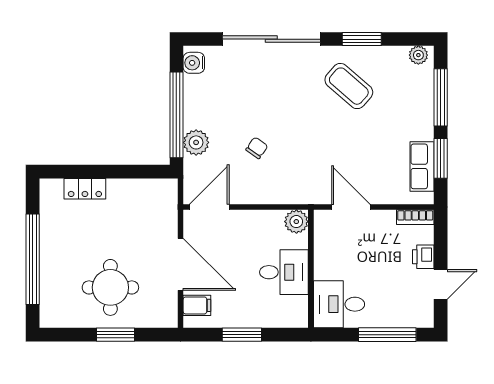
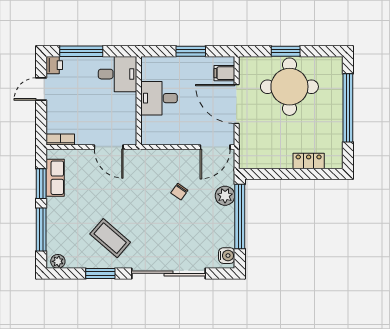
plant: (296, 222) -> (150, 136), removed
printer: (423, 257) -> (54, 65), moved
round table: (110, 287) -> (289, 87), width x1.36, depth x1.36

